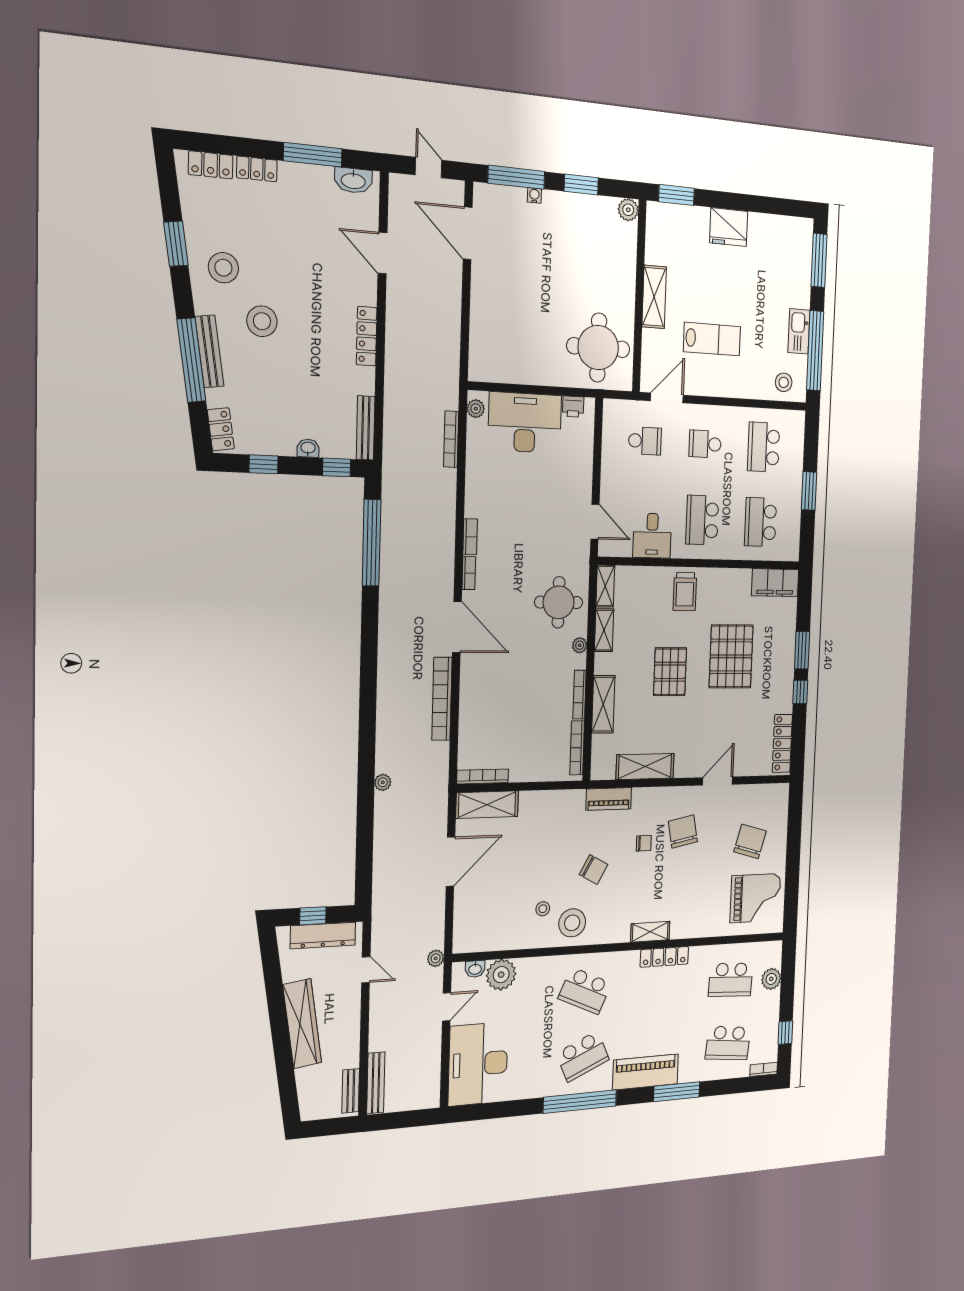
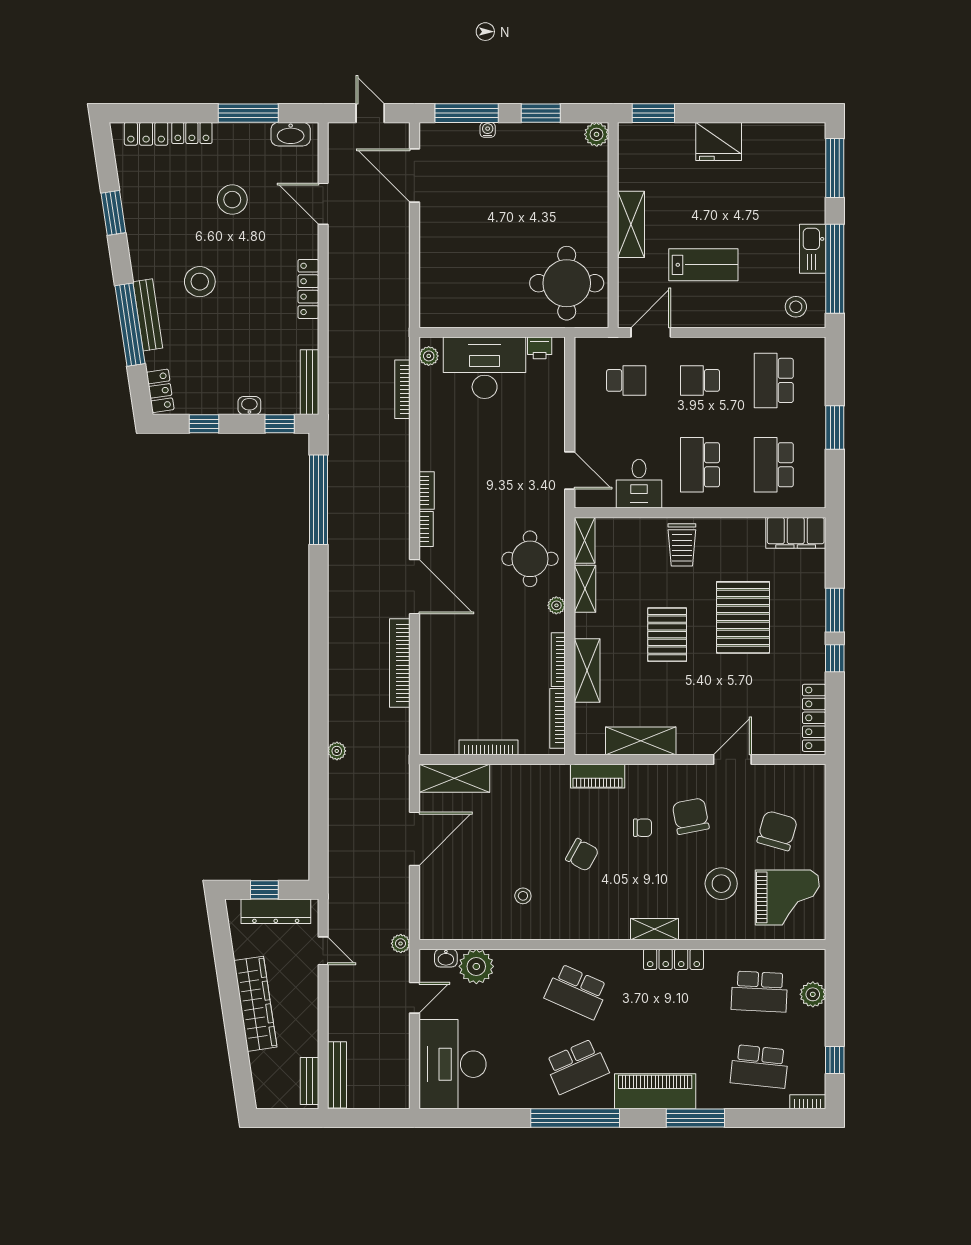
stool: (223, 268) -> (232, 200), moved
bookcase: (483, 776) -> (488, 747), moved
stool: (572, 923) -> (721, 884), moved

